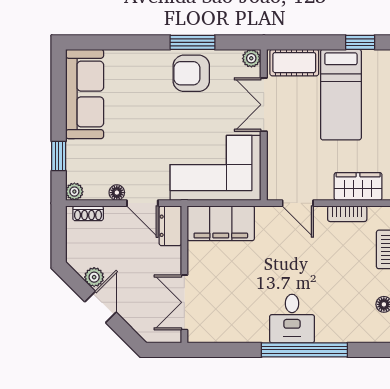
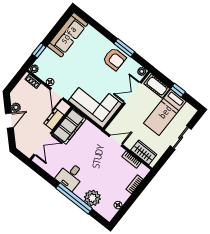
window: (360, 42) -> (178, 90), moved
armchair: (191, 73) -> (114, 59), turned 180
door: (298, 203) -> (116, 141), swing flipped
filing cabinet: (221, 223) -> (69, 126), moved, turned -90
dresser: (170, 226) -> (54, 119), moved
double door: (184, 302) -> (43, 144), swing flipped
desk: (292, 319) -> (70, 176), moved
plant: (333, 326) -> (92, 198), added

